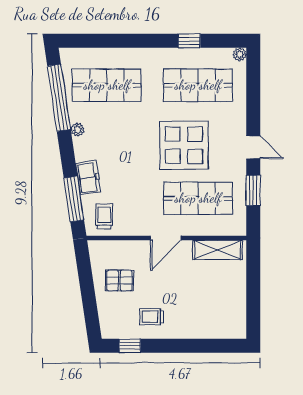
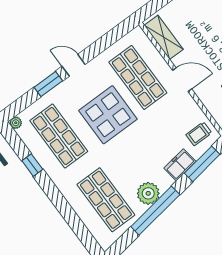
window: (59, 98) -> (155, 211), moved
plant: (78, 130) -> (148, 193), width x1.87, depth x1.87
door: (253, 147) -> (74, 65), hinge flipped
window: (253, 190) -> (48, 84), moved

